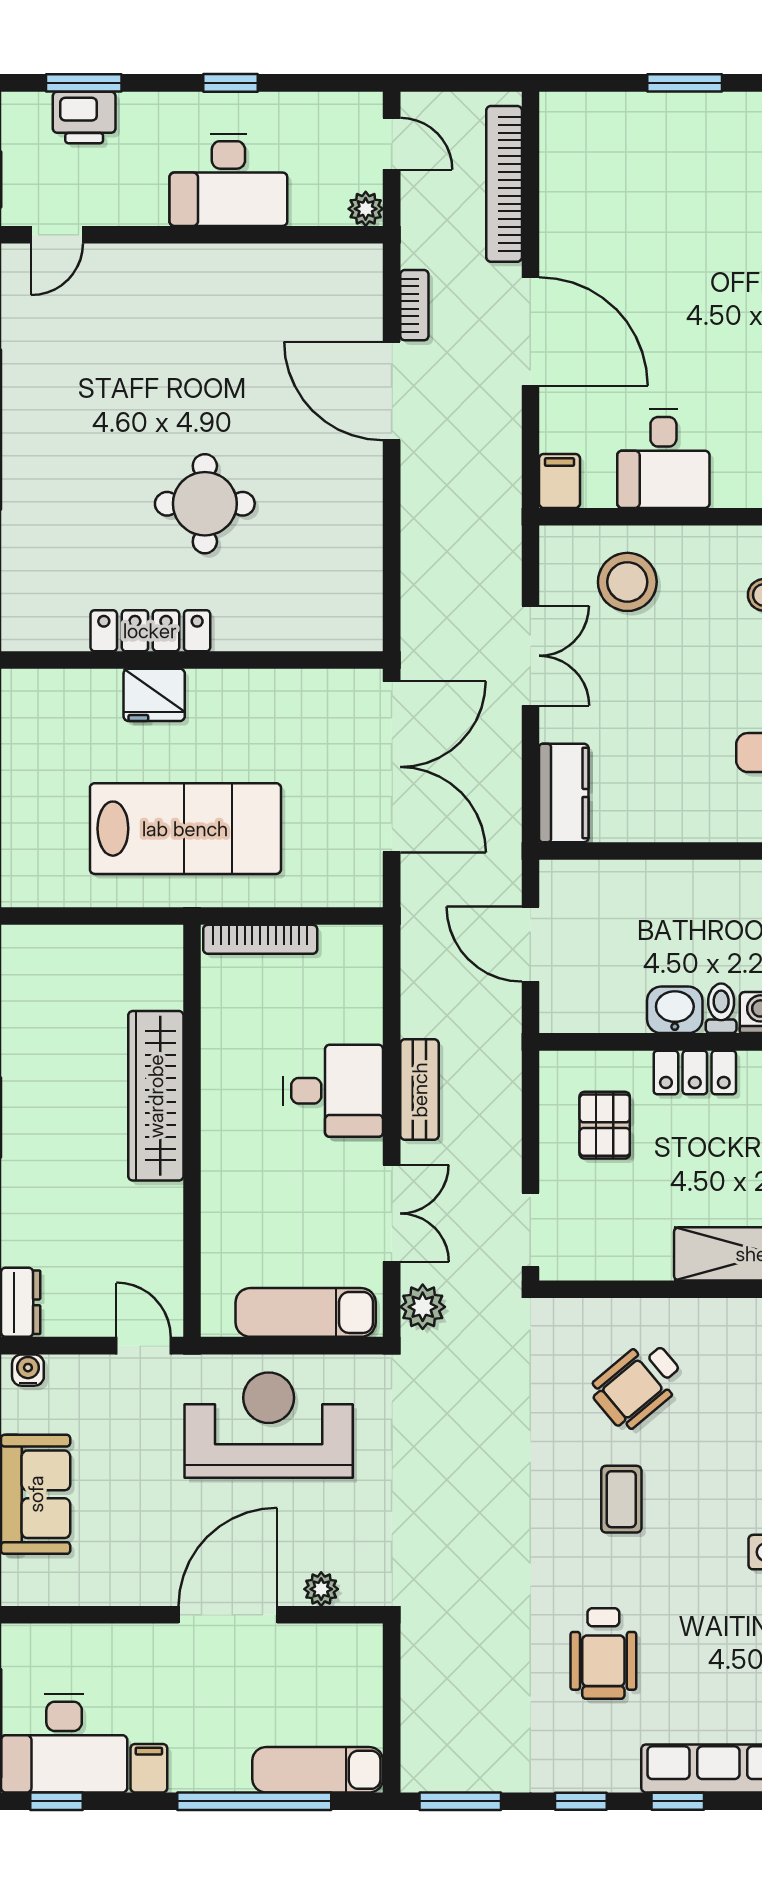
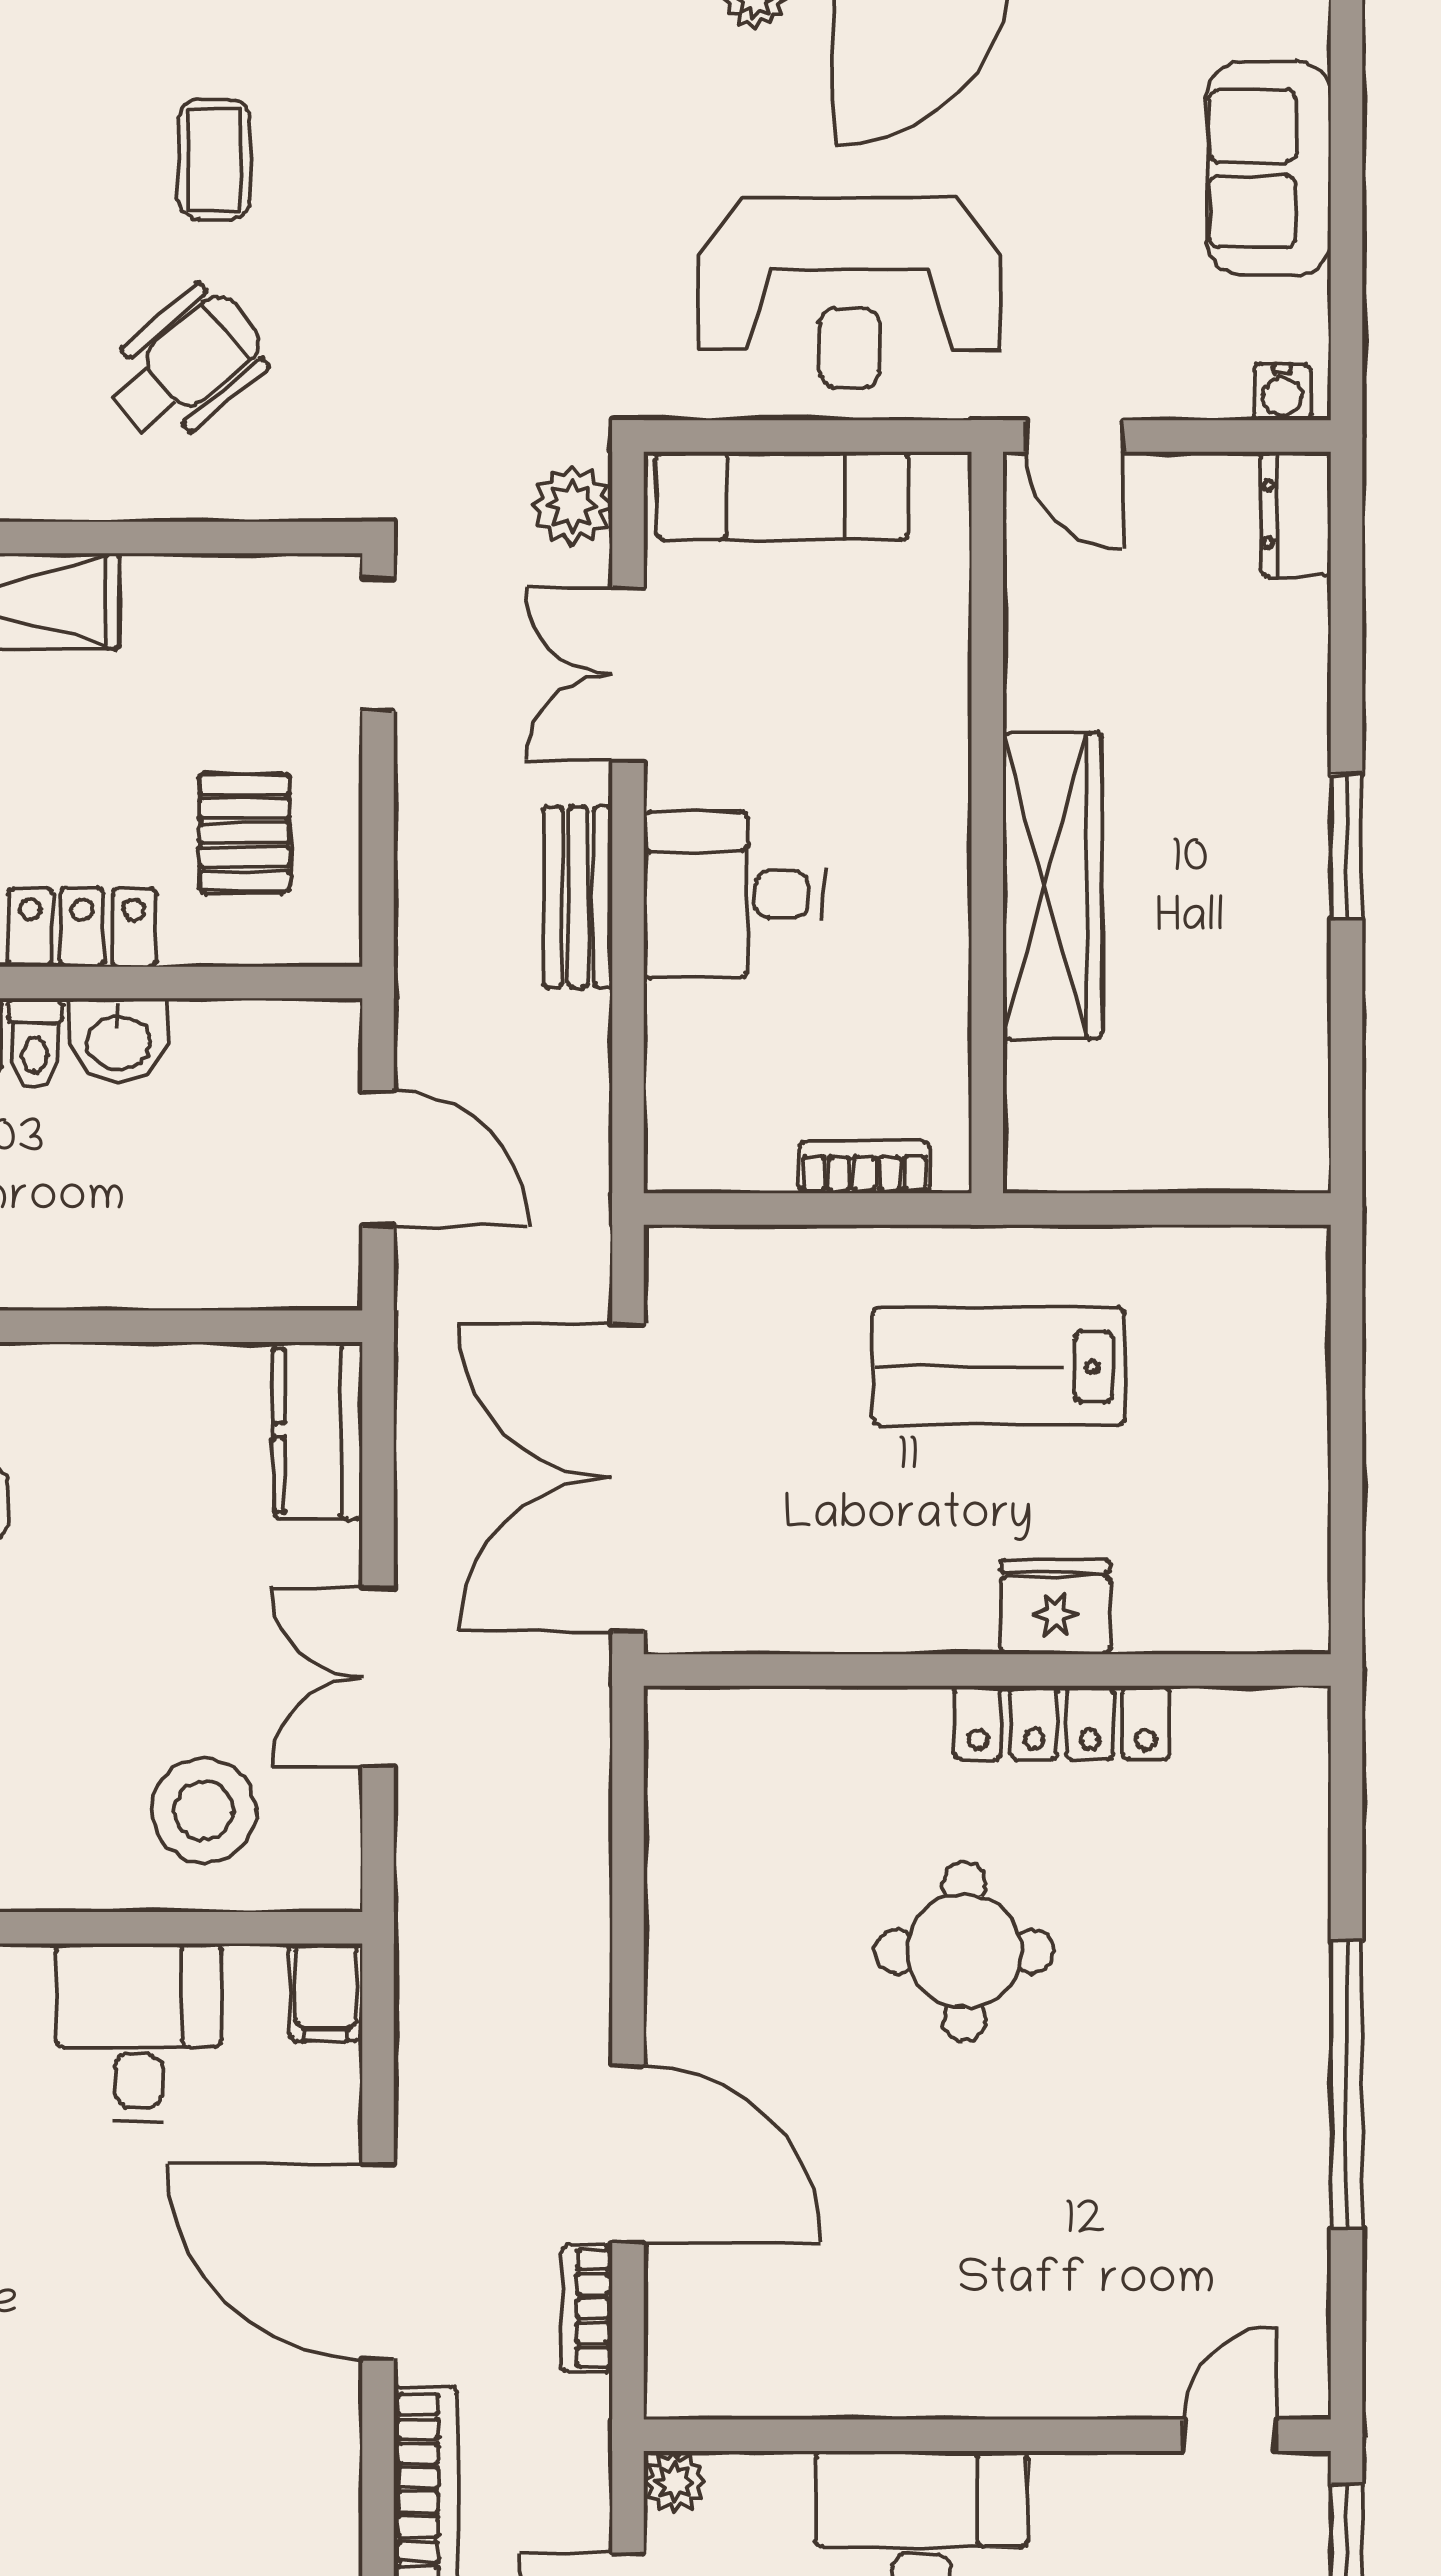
lab bench: (185, 829) -> (999, 1367), width x0.73, depth x0.72
bookcase: (260, 939) -> (864, 1167), width x0.64

